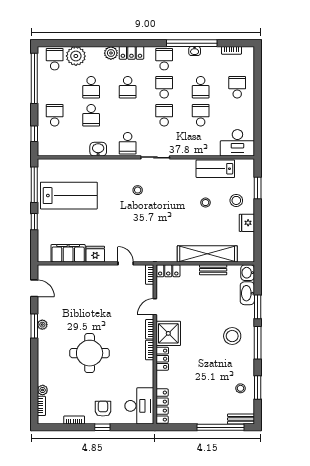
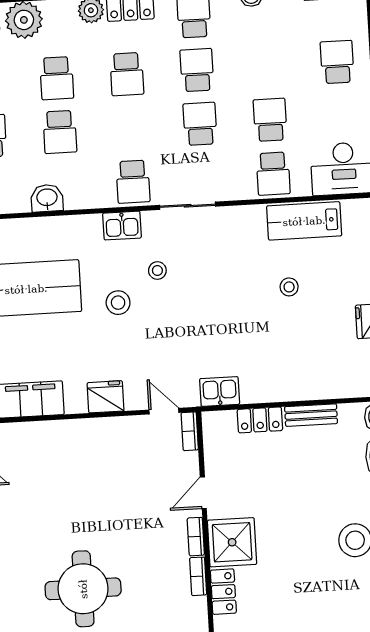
school desk: (201, 87) -> (273, 174), moved
washbasin: (98, 149) -> (47, 198), moved
kitchen sink: (121, 166) -> (122, 226), added
stool: (236, 200) -> (118, 303), moved
fridge: (95, 254) -> (106, 397), moved
shelving: (207, 254) -> (298, 385), removed
kitchen sink: (166, 255) -> (220, 391), added
door: (126, 263) -> (164, 411), moved
locker: (168, 271) -> (260, 420), moved

